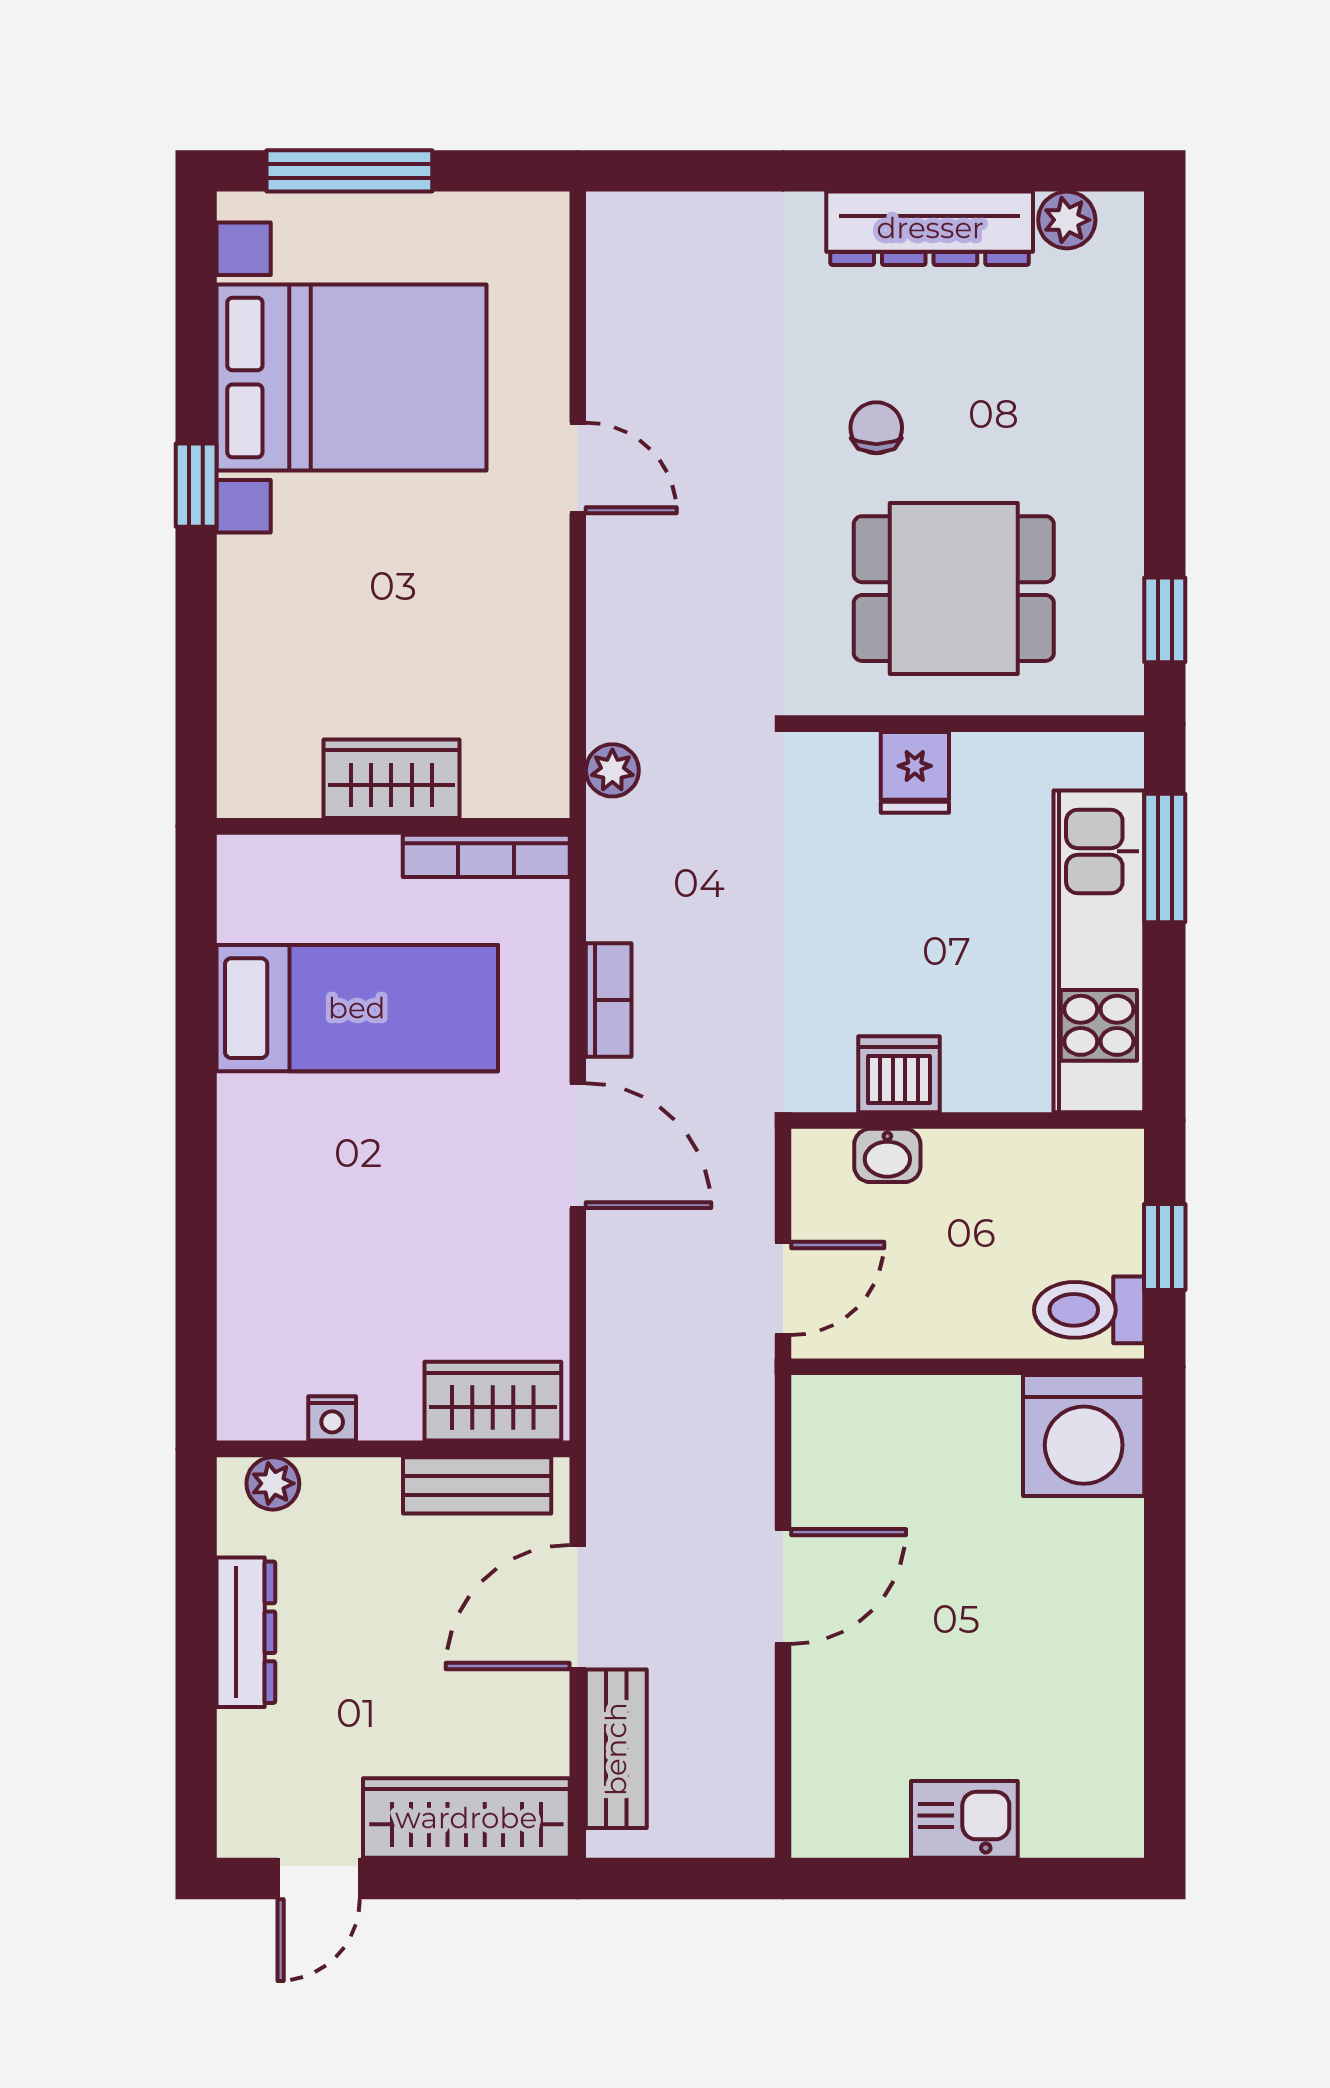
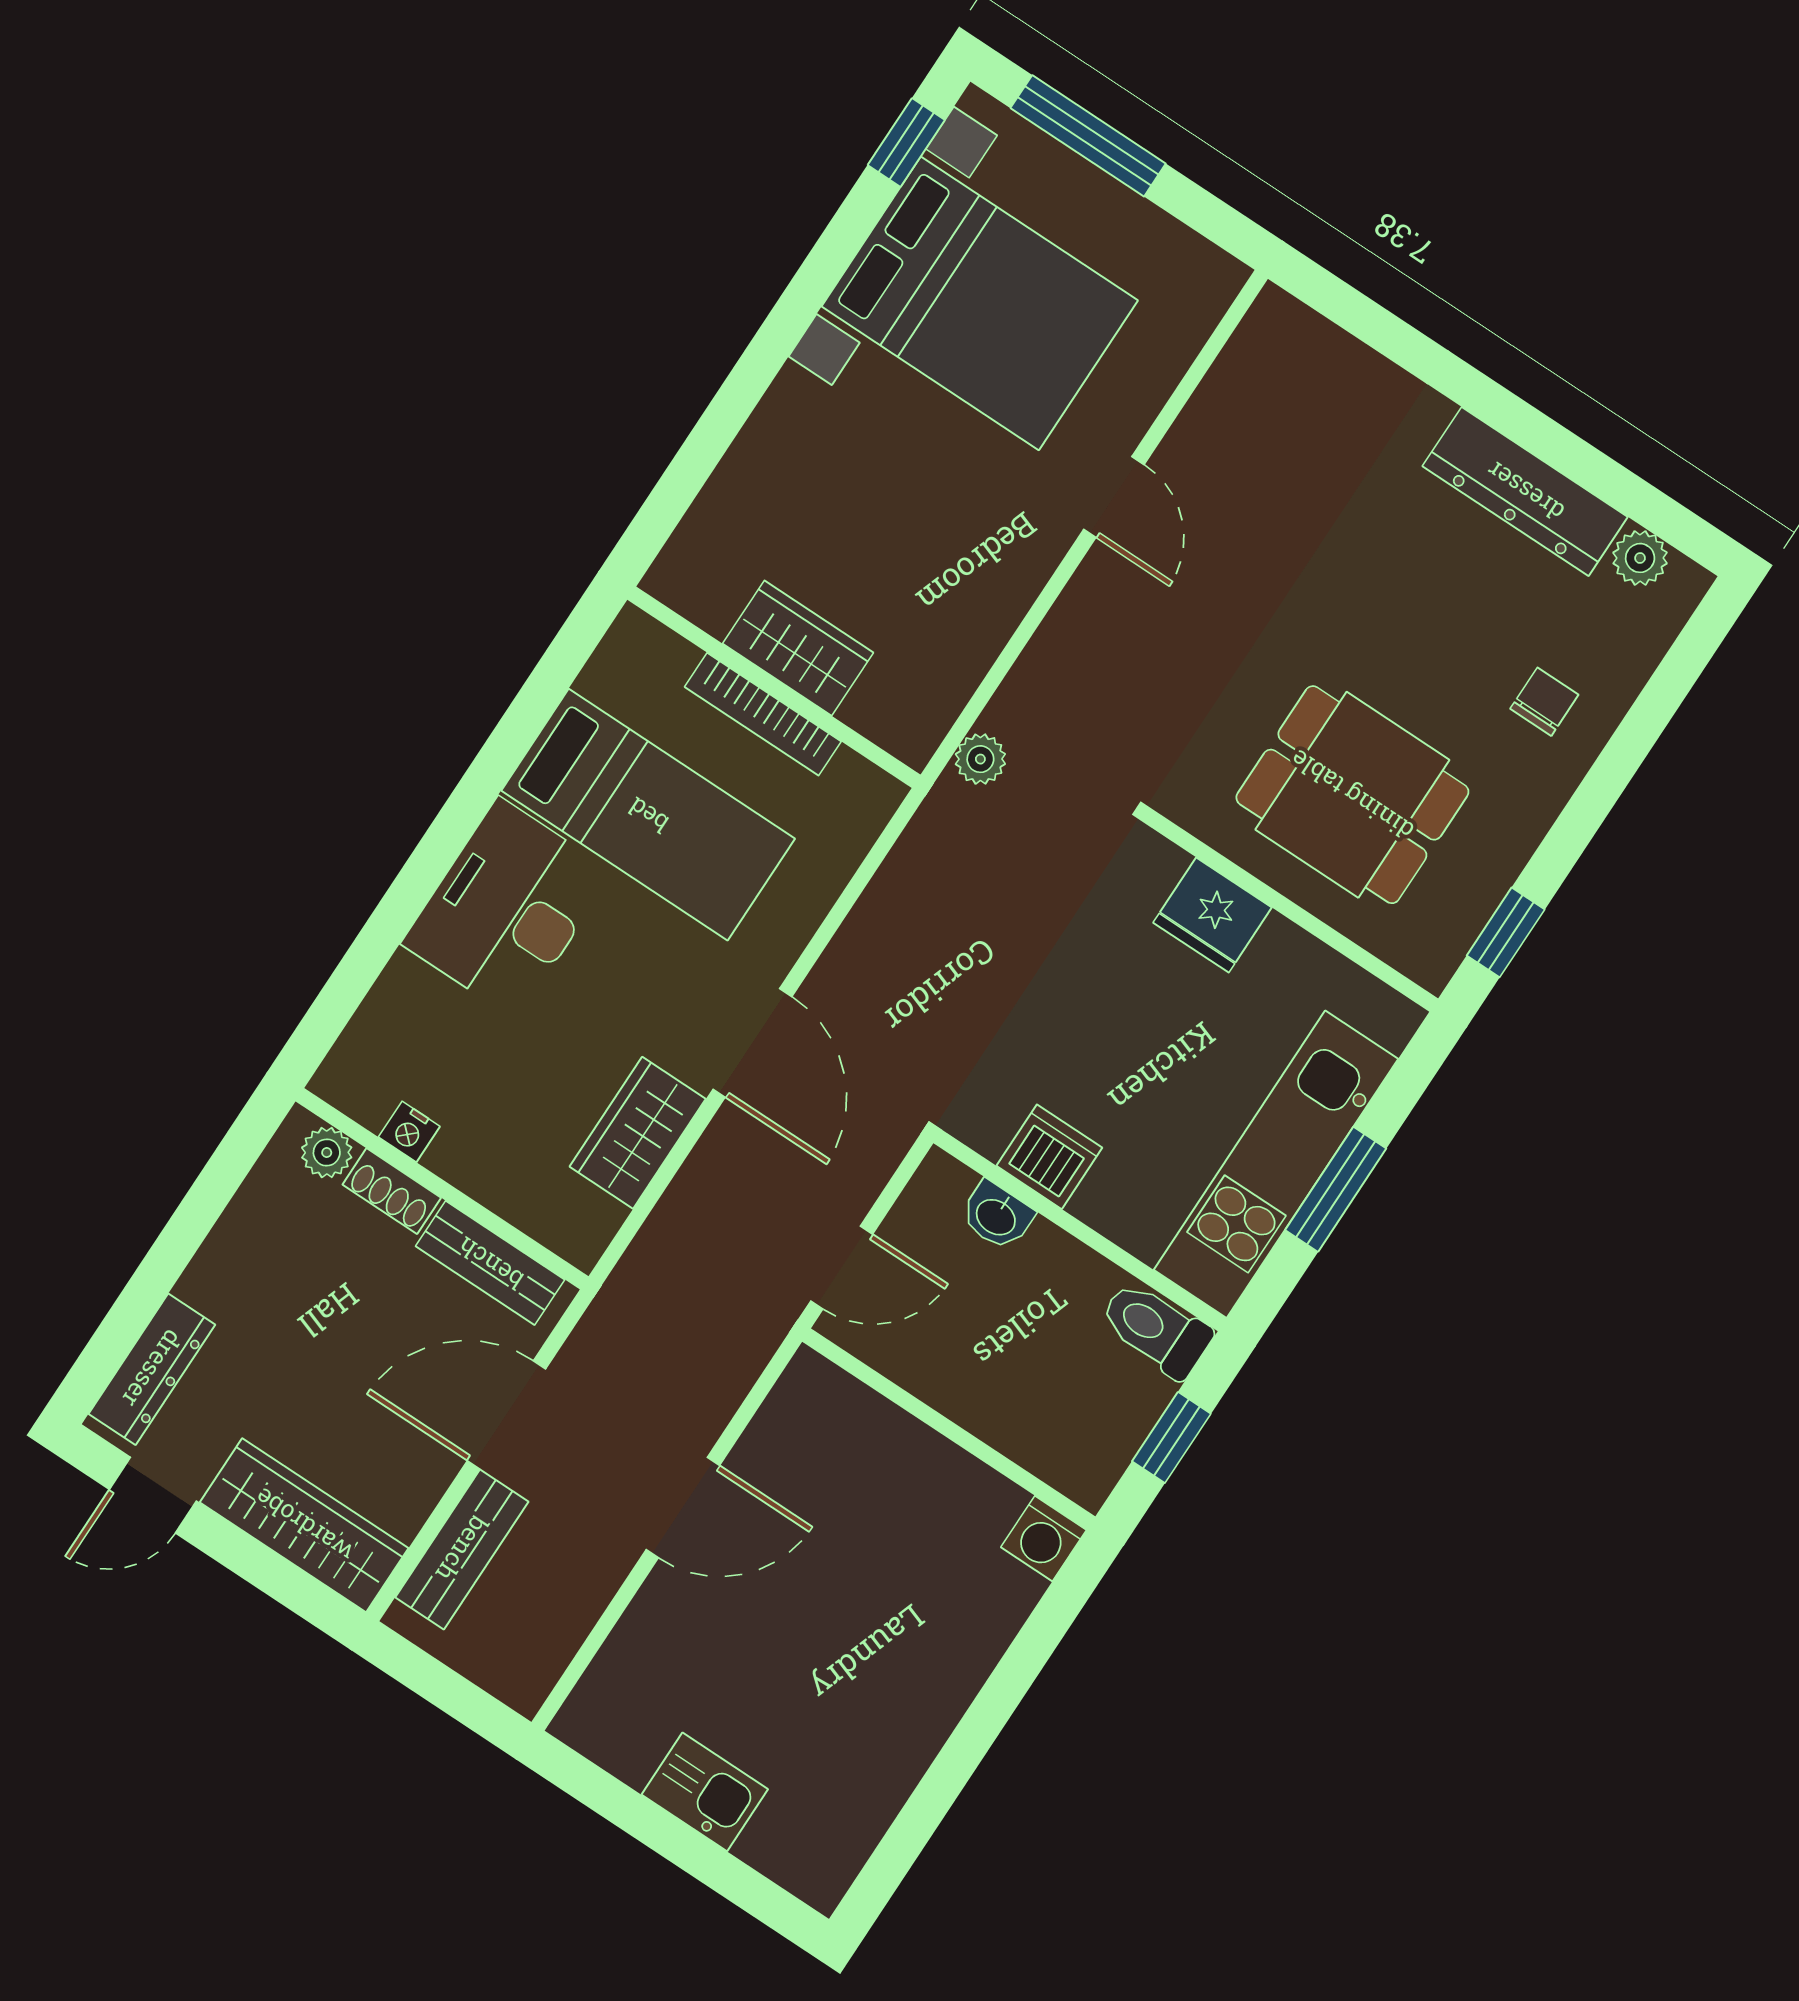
chair: (876, 428) -> (1544, 702), moved
window: (196, 485) -> (906, 142), moved
fridge: (915, 772) -> (1212, 915), width x1.38
bookcase: (486, 856) -> (763, 714), moved
window: (1165, 858) -> (1336, 1189), moved
bookcase: (609, 1000) -> (855, 942), removed
desk: (289, 1169) -> (507, 908), added
toilet: (1089, 1310) -> (1156, 1329), moved
wardrobe: (493, 1401) -> (638, 1133), moved, turned -90
washing machine: (1084, 1436) -> (1044, 1539), width x0.53, depth x0.53
shoe rack: (351, 1480) -> (392, 1191), added
dresser: (246, 1632) -> (152, 1369), moved

